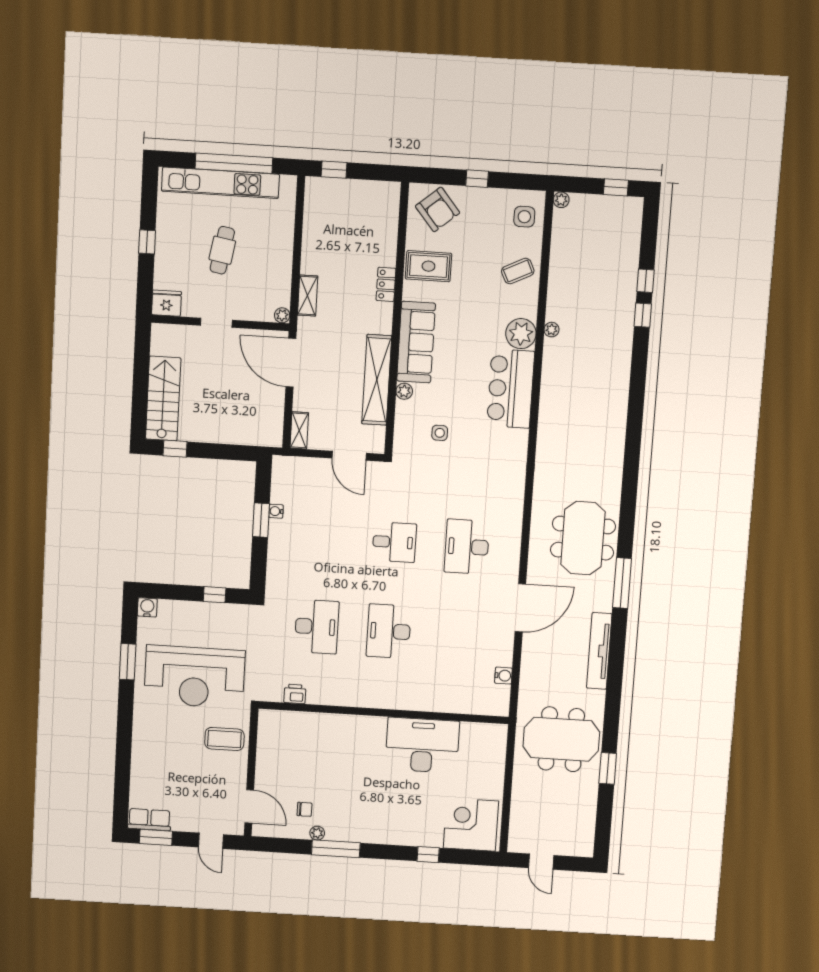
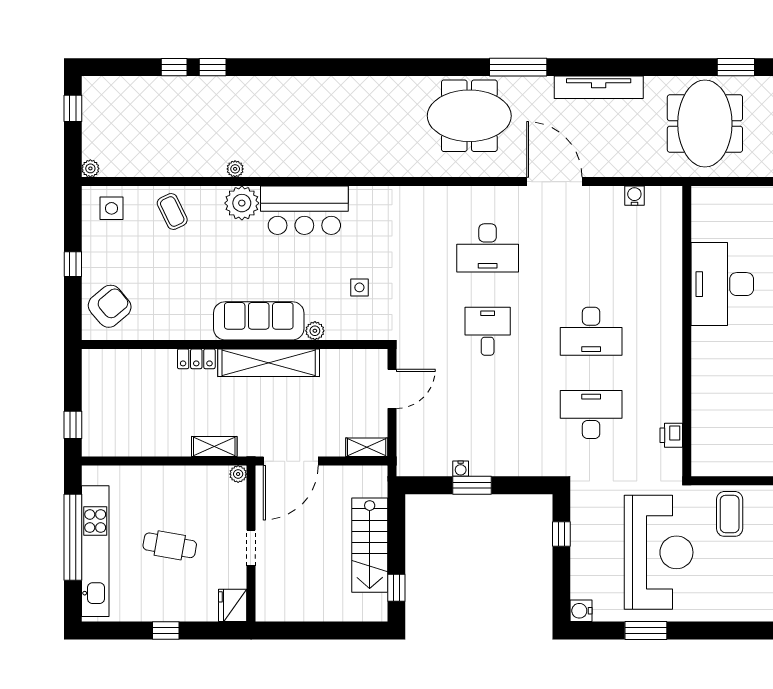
rug: (428, 266) -> (173, 312), removed
shelving: (377, 380) -> (269, 363), moved
stairs: (163, 399) -> (370, 545), moved, turned -90

